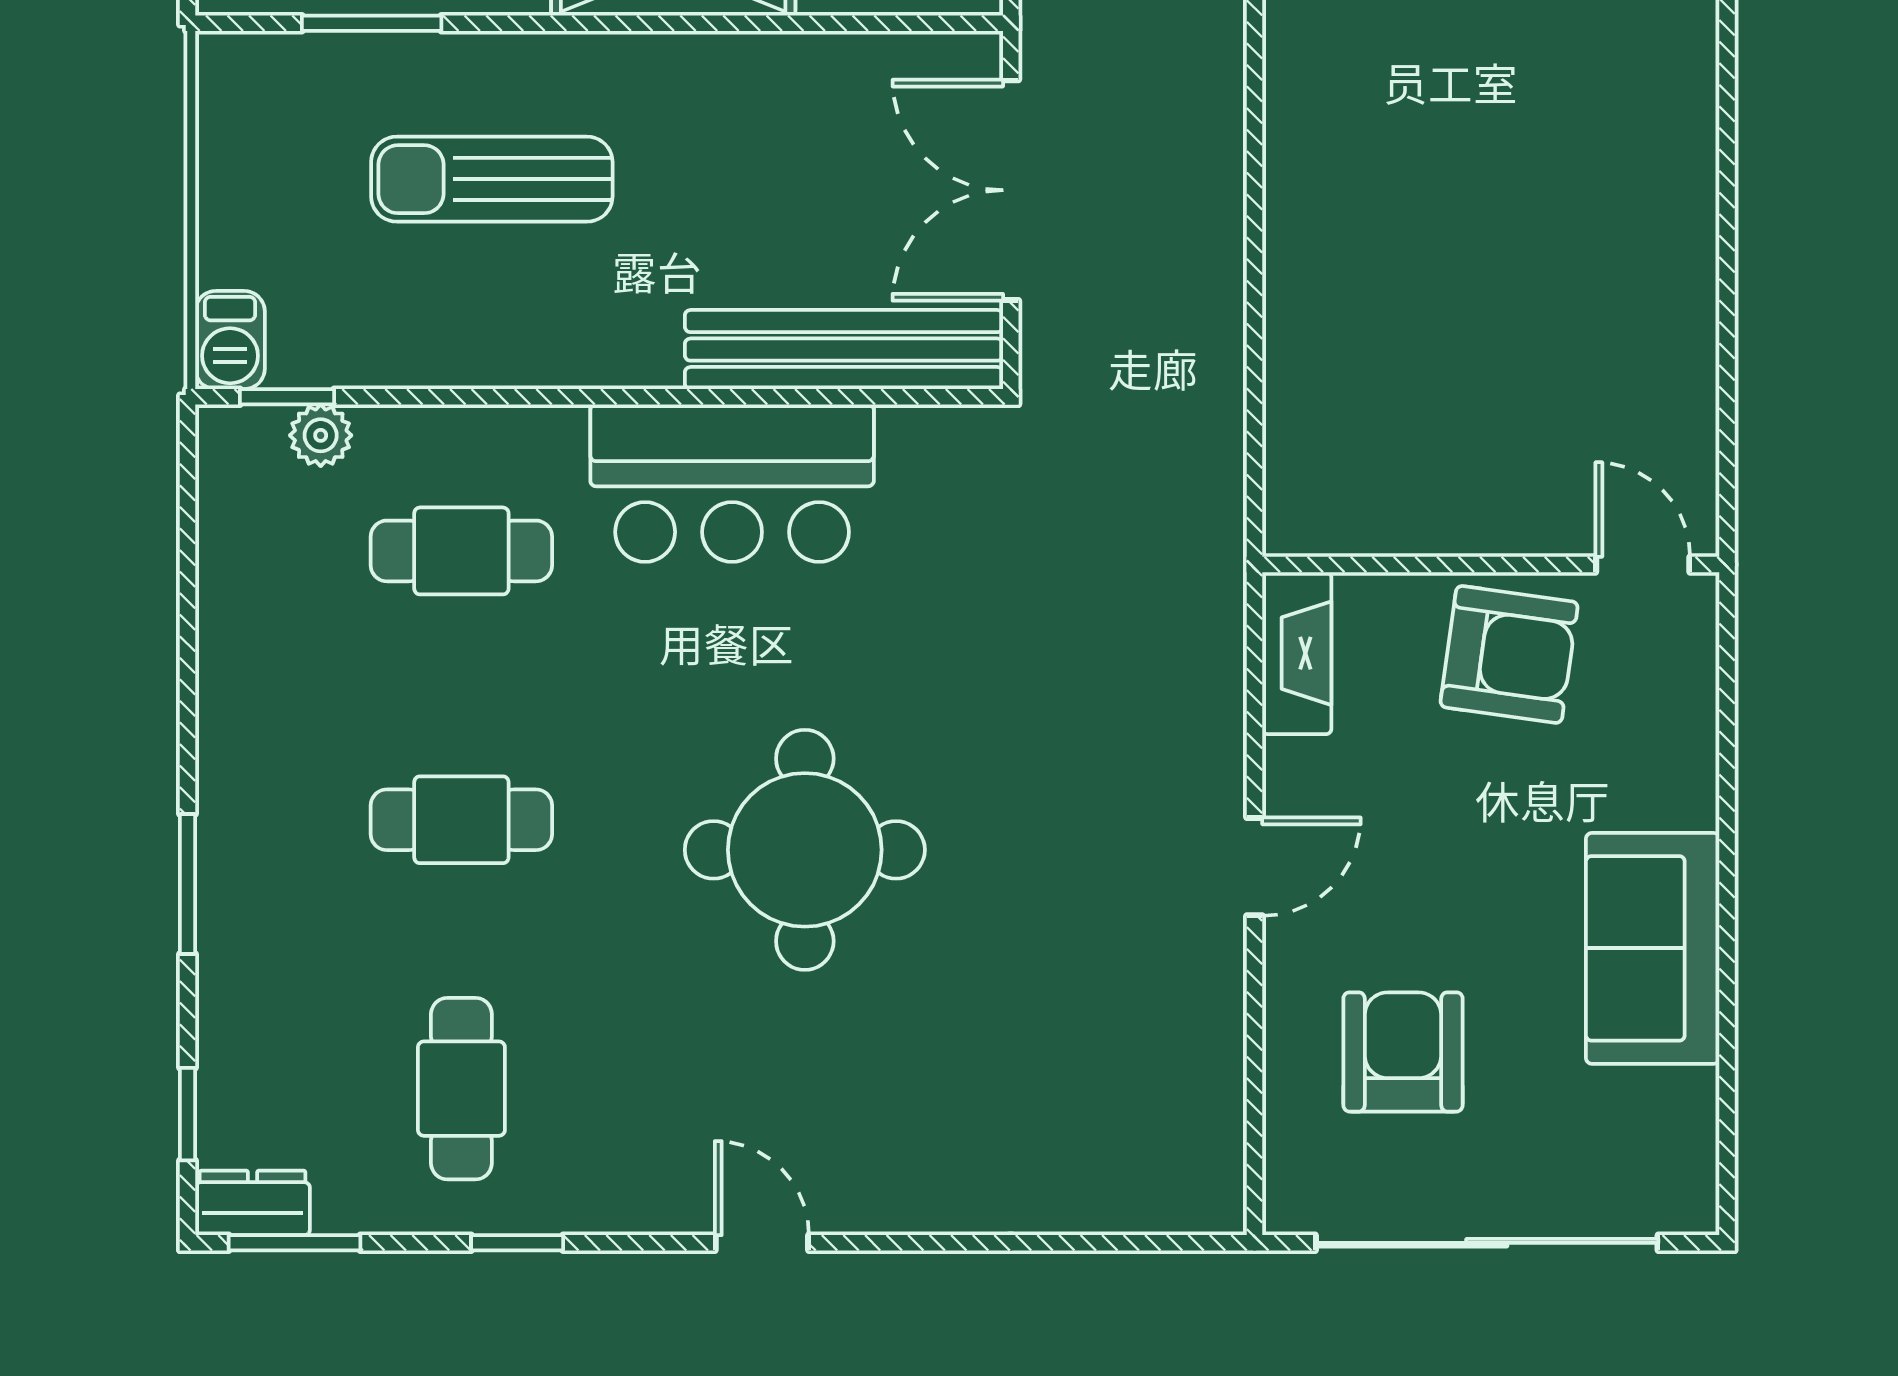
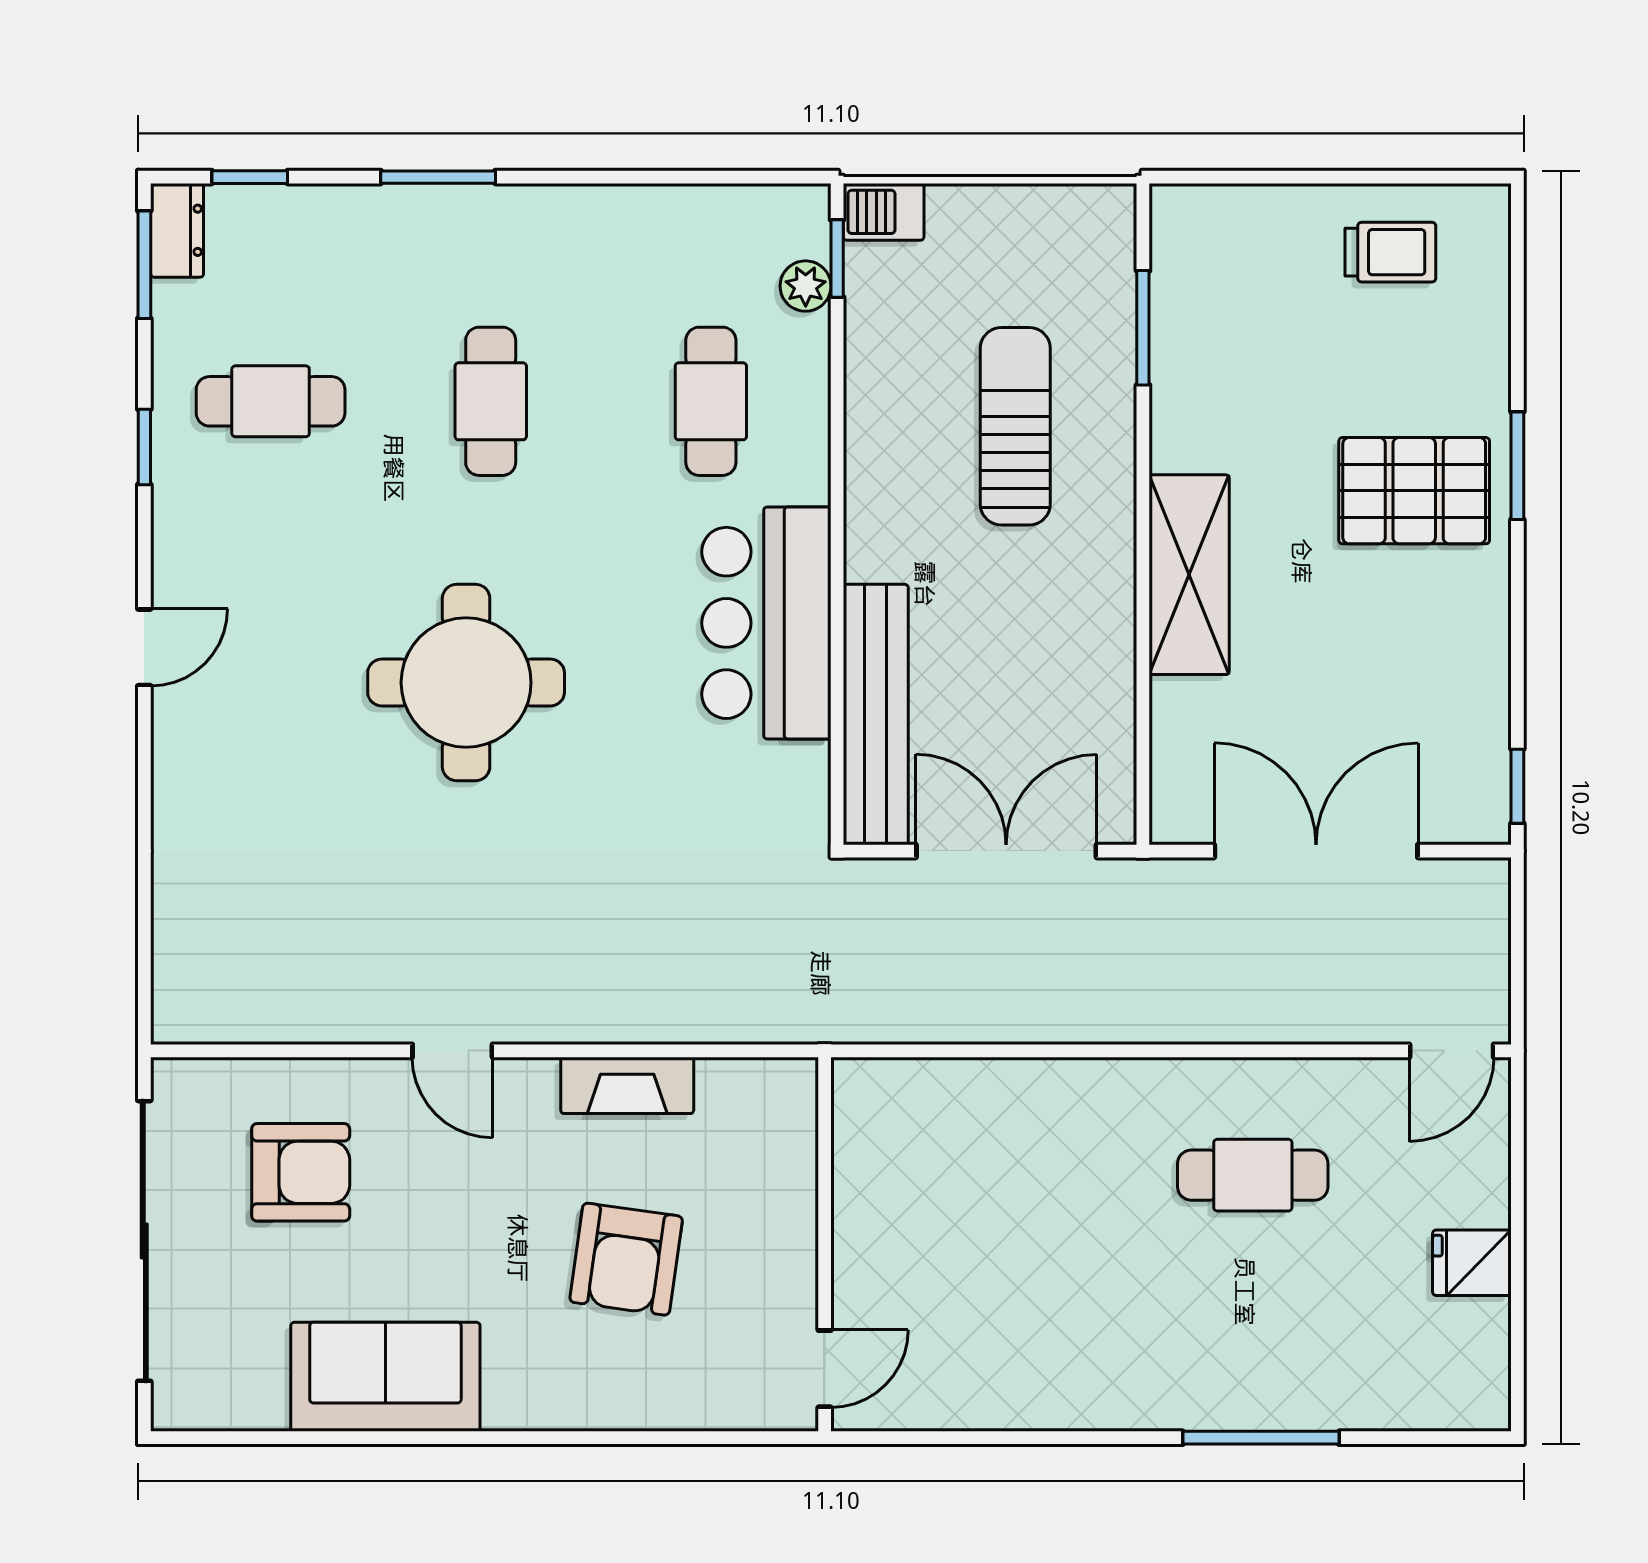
wall: (1491, 564) -> (825, 1244), moved
door: (1643, 564) -> (825, 1369), moved

